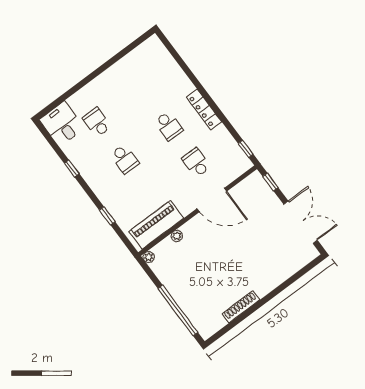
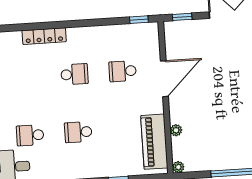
locker: (204, 109) -> (44, 36), moved
school desk: (124, 159) -> (78, 132), turned 180

